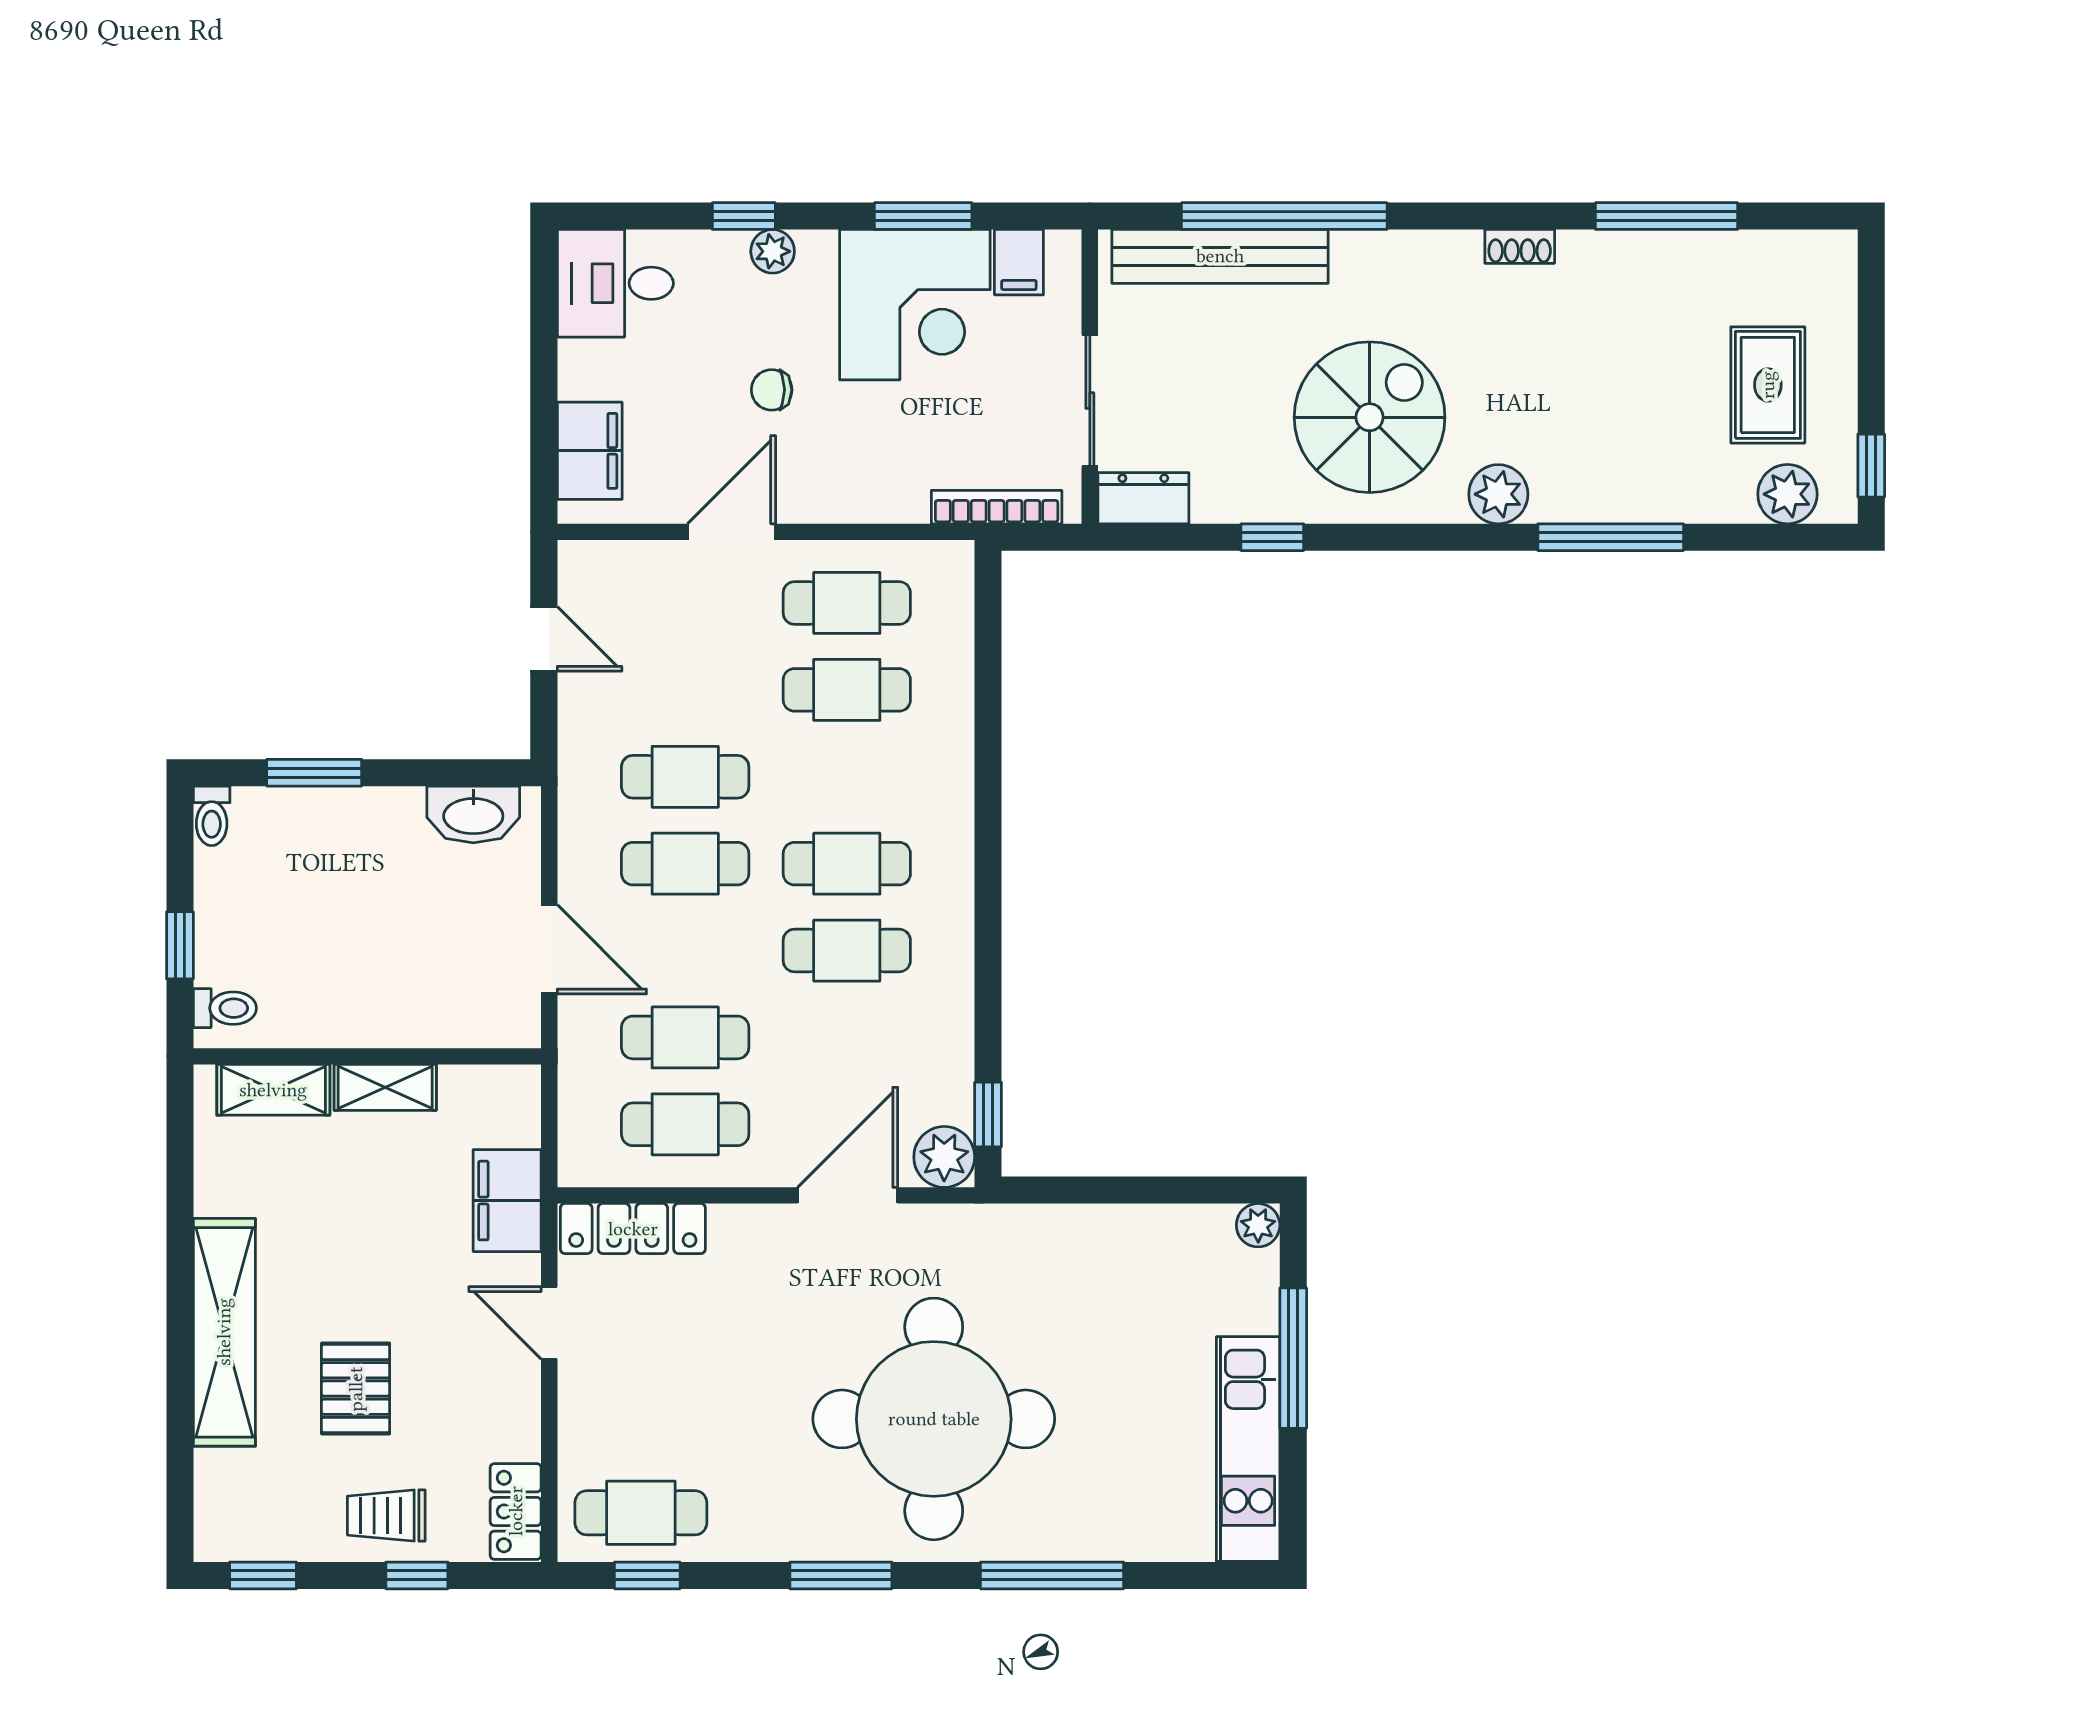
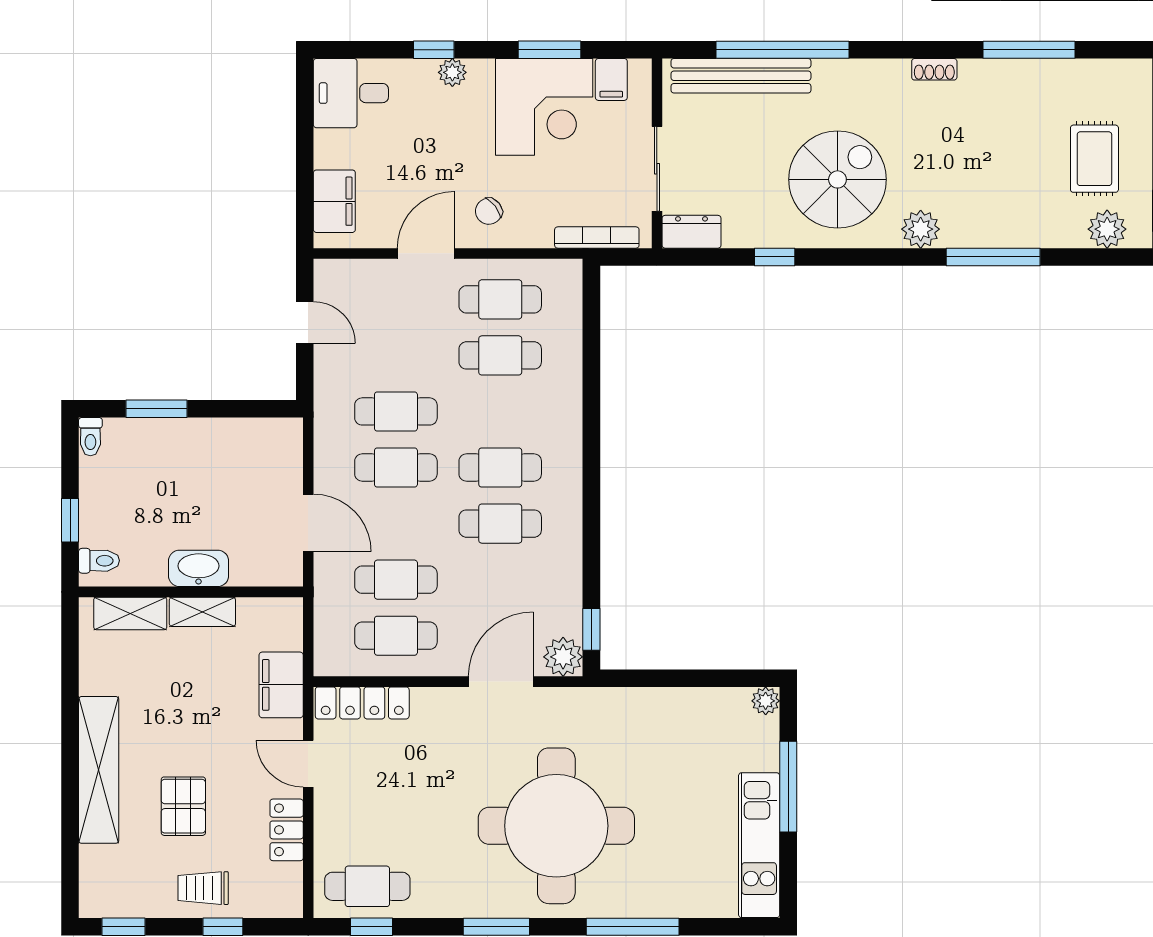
chair: (772, 390) -> (489, 211), moved, turned -38
washbasin: (473, 814) -> (199, 568), moved, turned 180
locker: (516, 1511) -> (287, 830), moved

